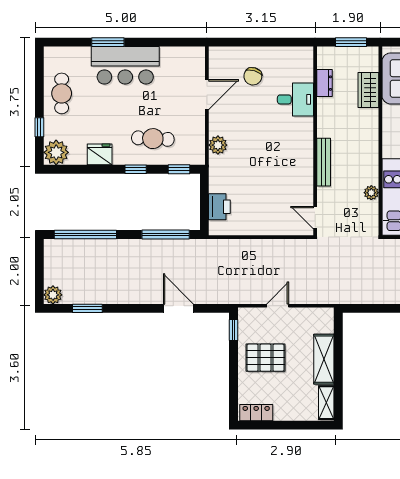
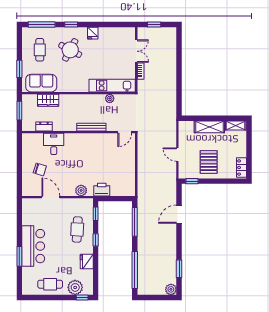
window: (39, 127) -> (82, 298), moved
plant: (56, 152) -> (75, 287), moved
printer: (219, 207) -> (102, 190), moved

